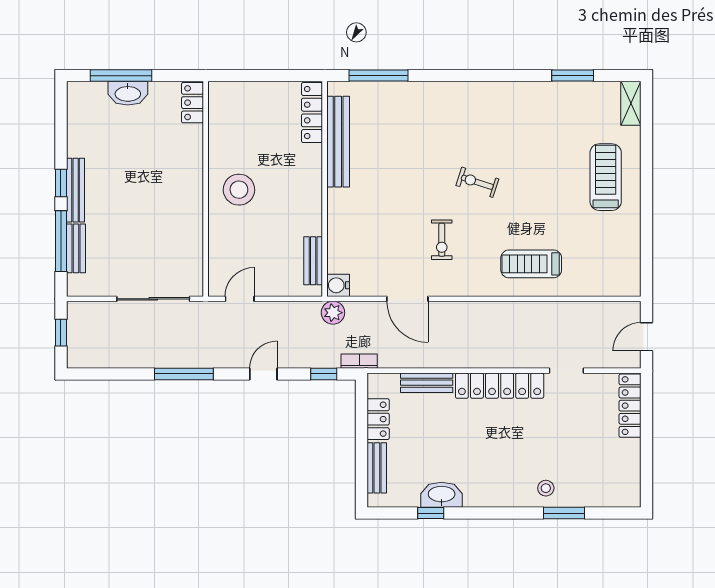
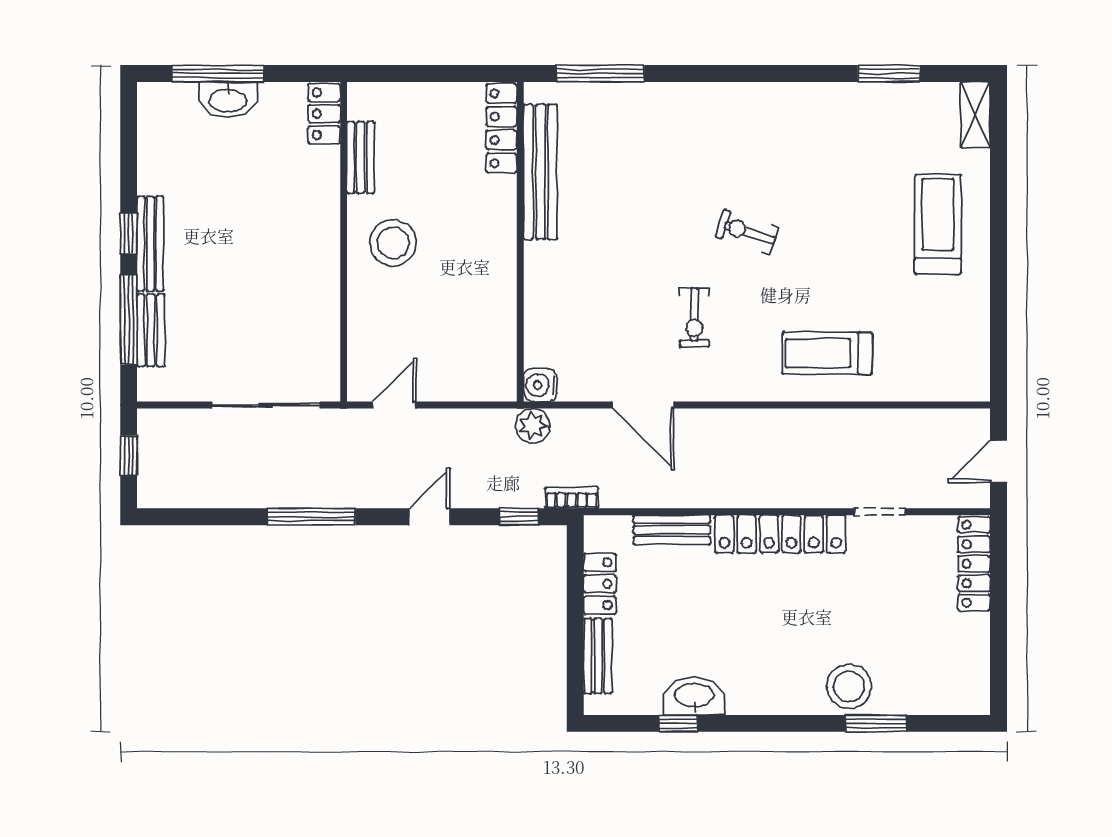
bench: (313, 261) -> (361, 157), moved
stool: (546, 488) -> (849, 686), width x1.89, depth x1.89

